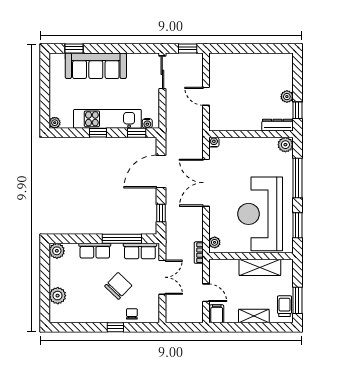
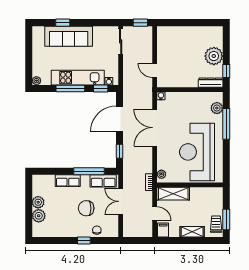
window: (74, 48) -> (63, 23), moved
door: (206, 96) -> (155, 71), moved
plant: (287, 97) -> (214, 56), width x1.88, depth x1.88
window: (98, 133) -> (70, 88), width x2.17
plant: (285, 145) -> (217, 108), moved
window: (297, 225) -> (226, 161), removed
plant: (57, 251) -> (38, 202), moved
shelving: (260, 267) -> (173, 194), moved
double door: (162, 277) -> (121, 201), swing flipped
chair: (118, 286) -> (86, 208), turned -134

